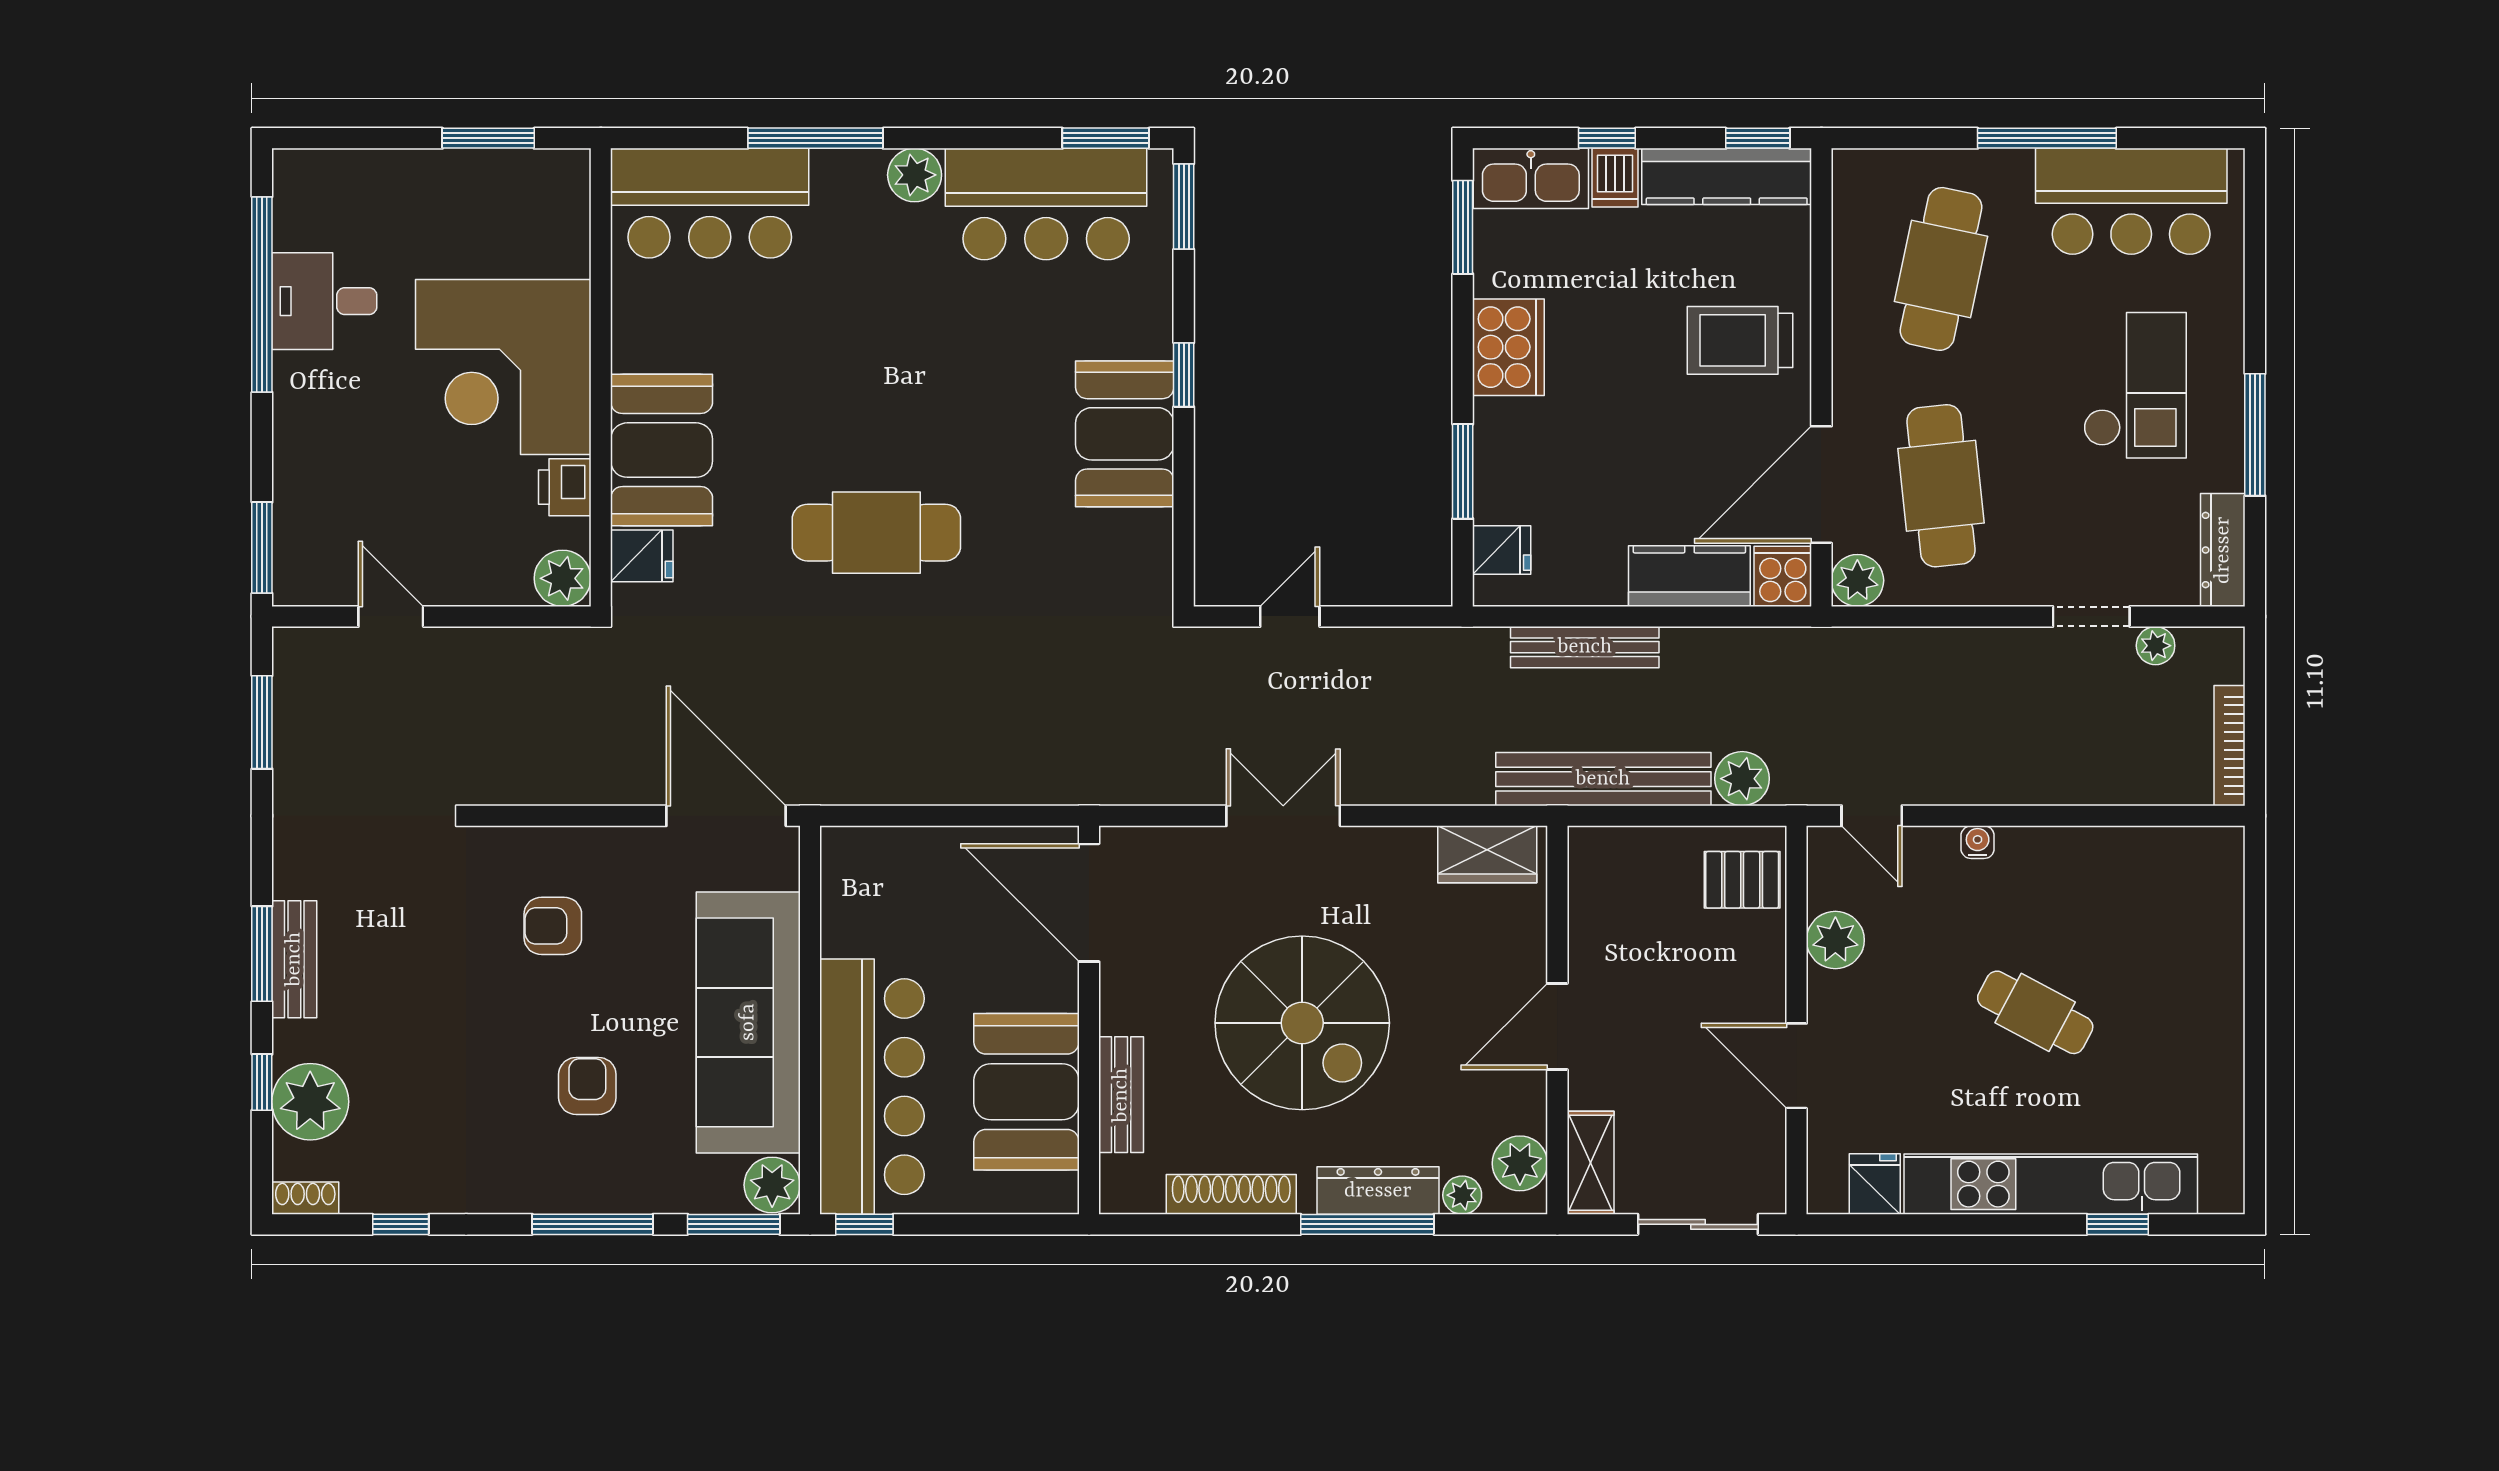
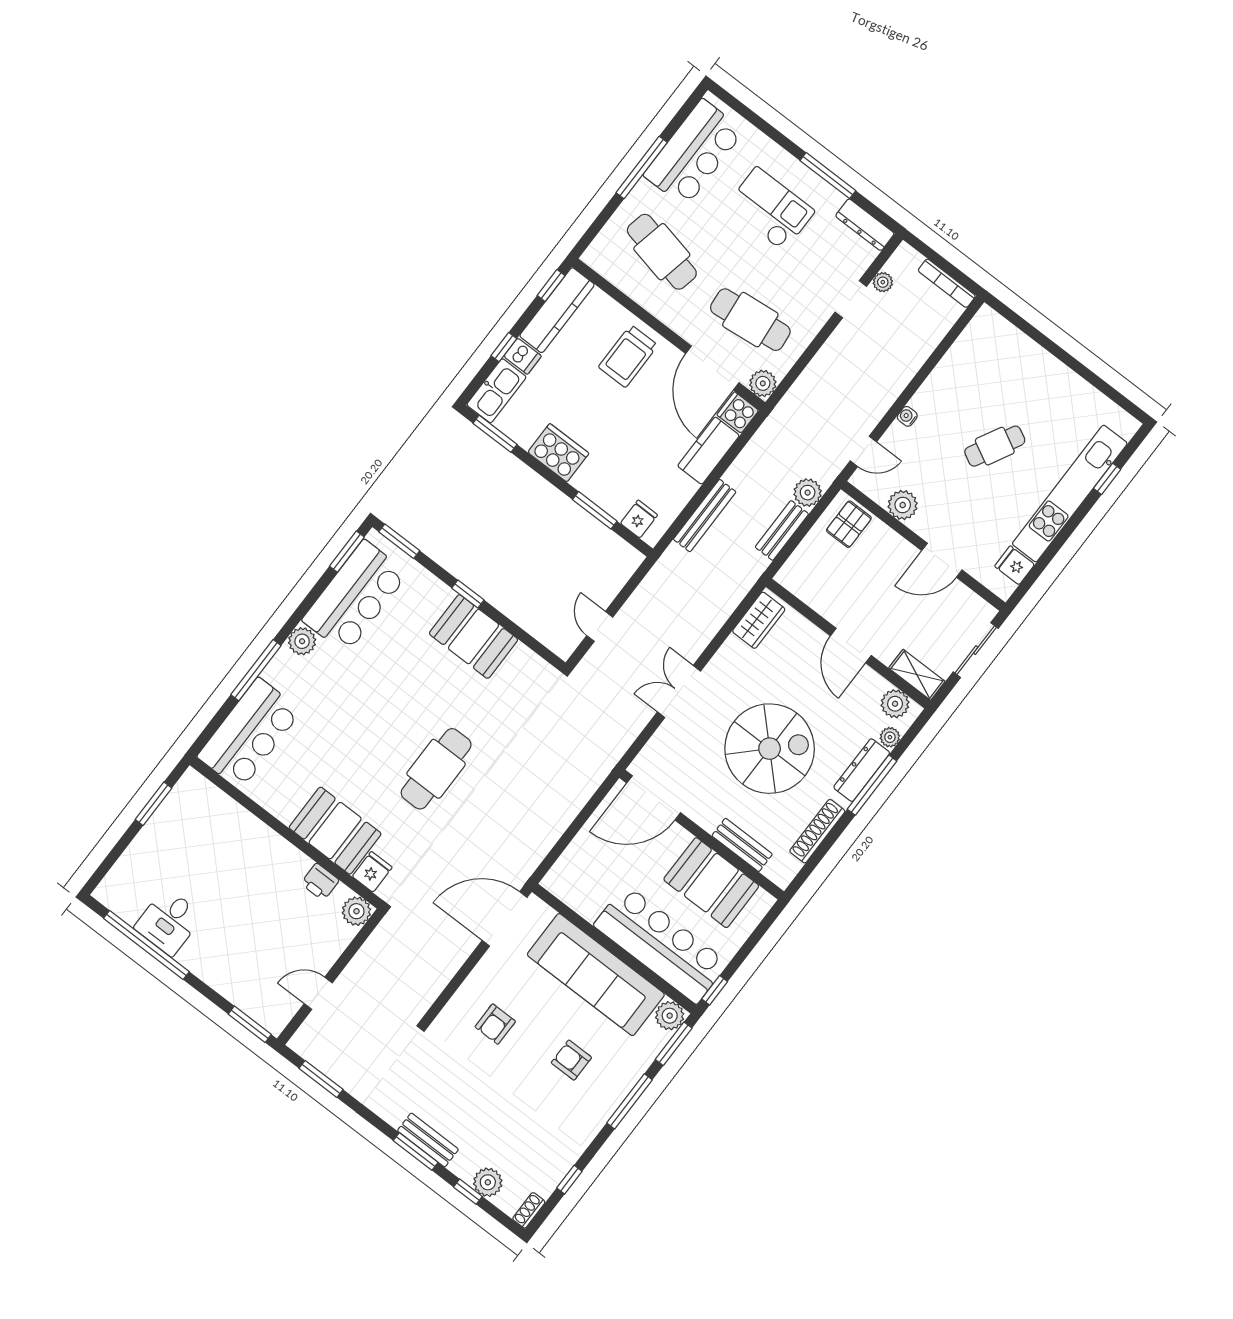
corner desk: (503, 367) -> (252, 869), removed
bench: (1603, 779) -> (782, 530), width x0.54, depth x0.82
plant: (310, 1102) -> (488, 1182), width x0.73, depth x0.73

